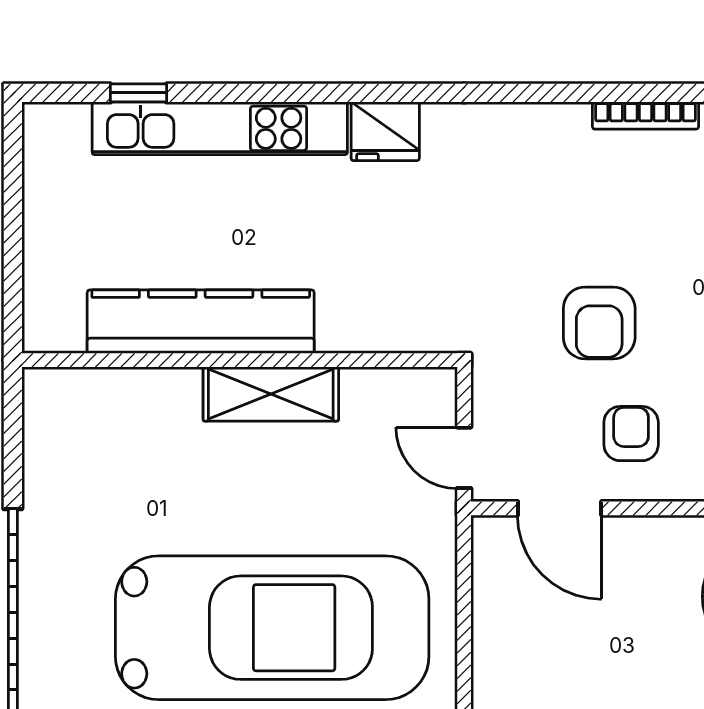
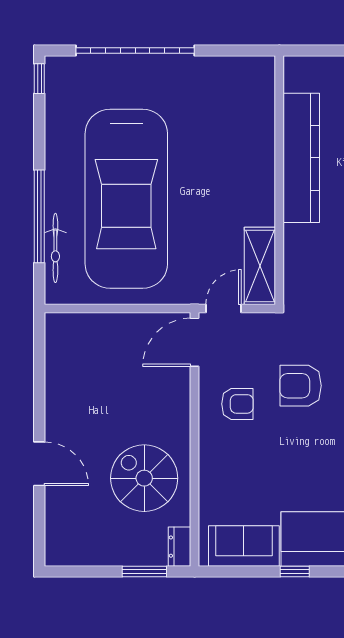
shelving: (271, 394) -> (260, 266), moved
door: (560, 508) -> (195, 342), moved

